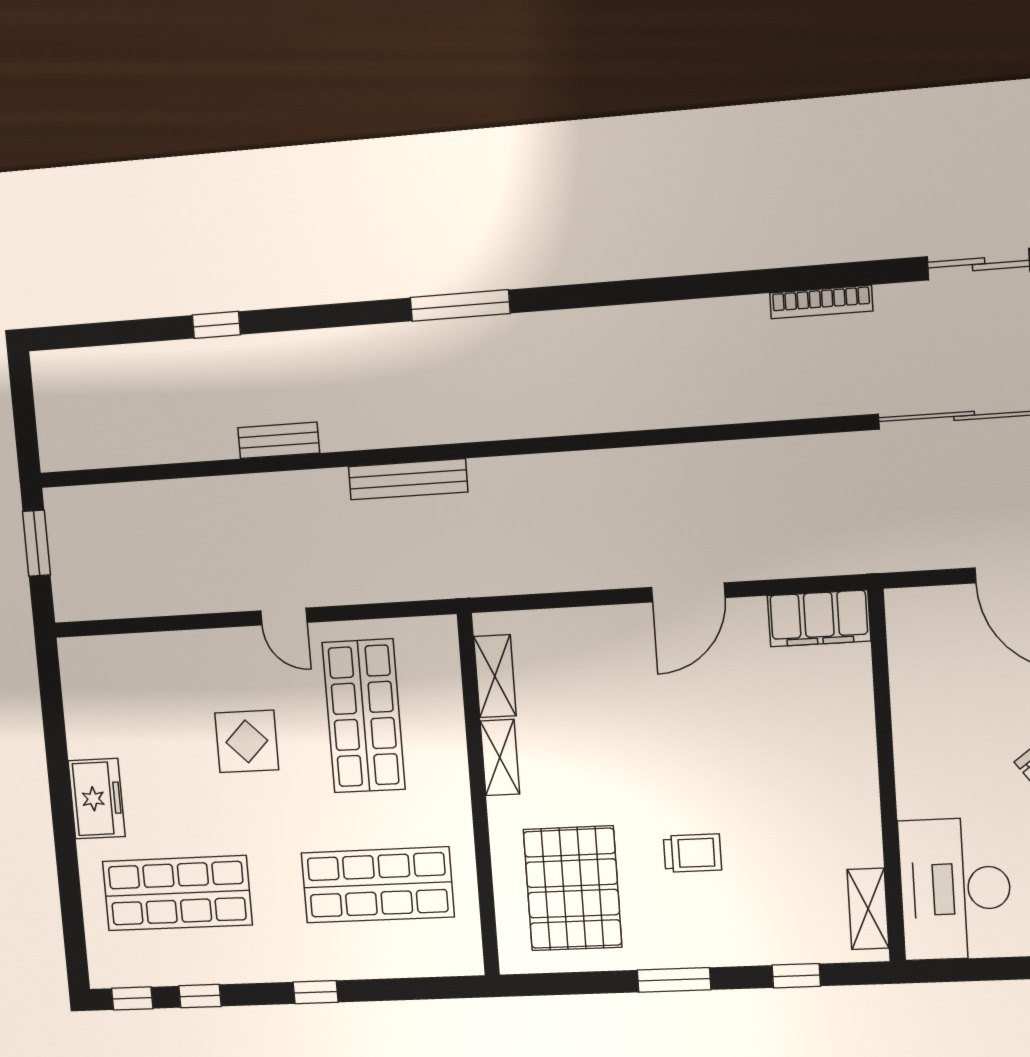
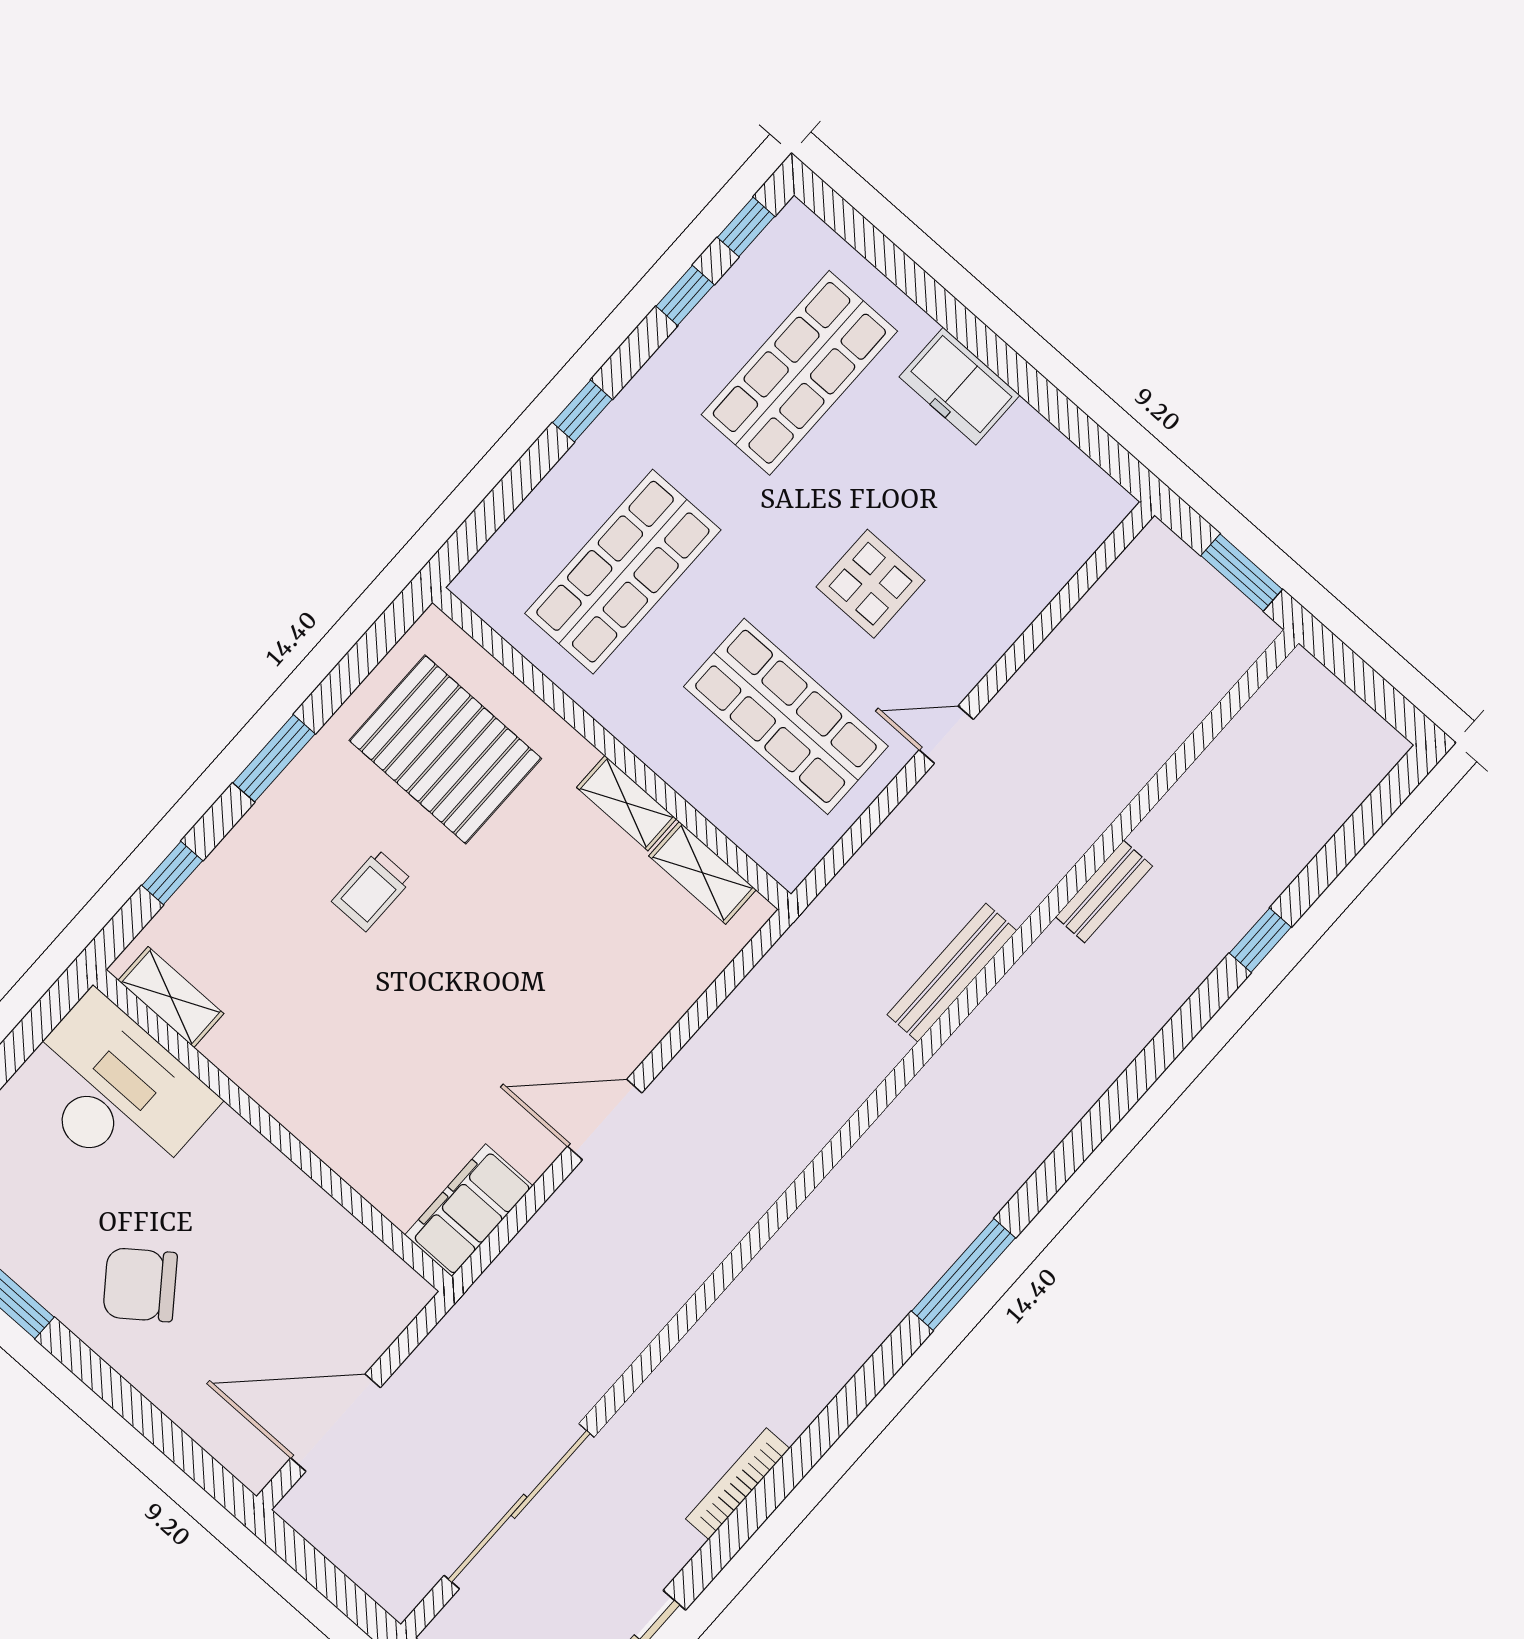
window: (460, 305) -> (963, 1275), moved
door: (688, 592) -> (605, 1120), hinge flipped

